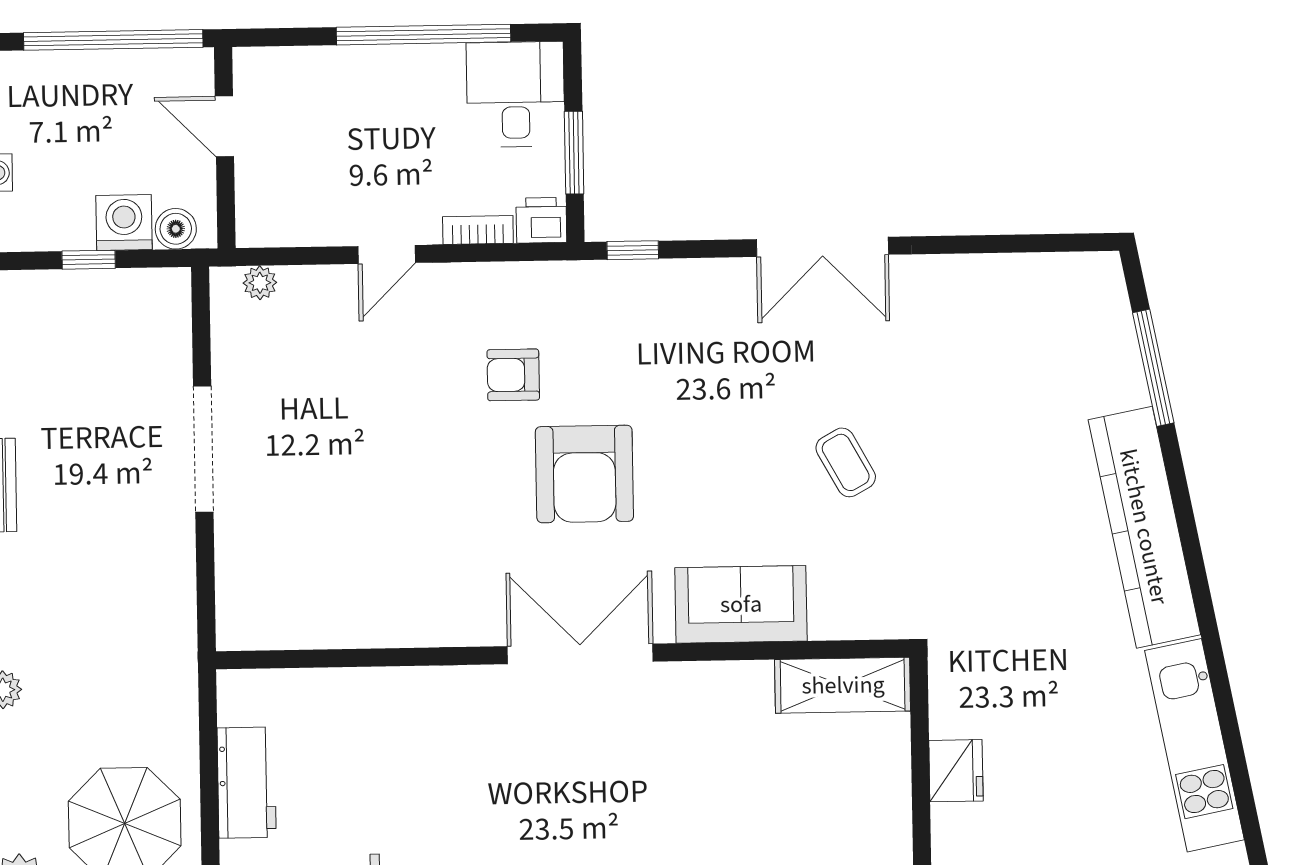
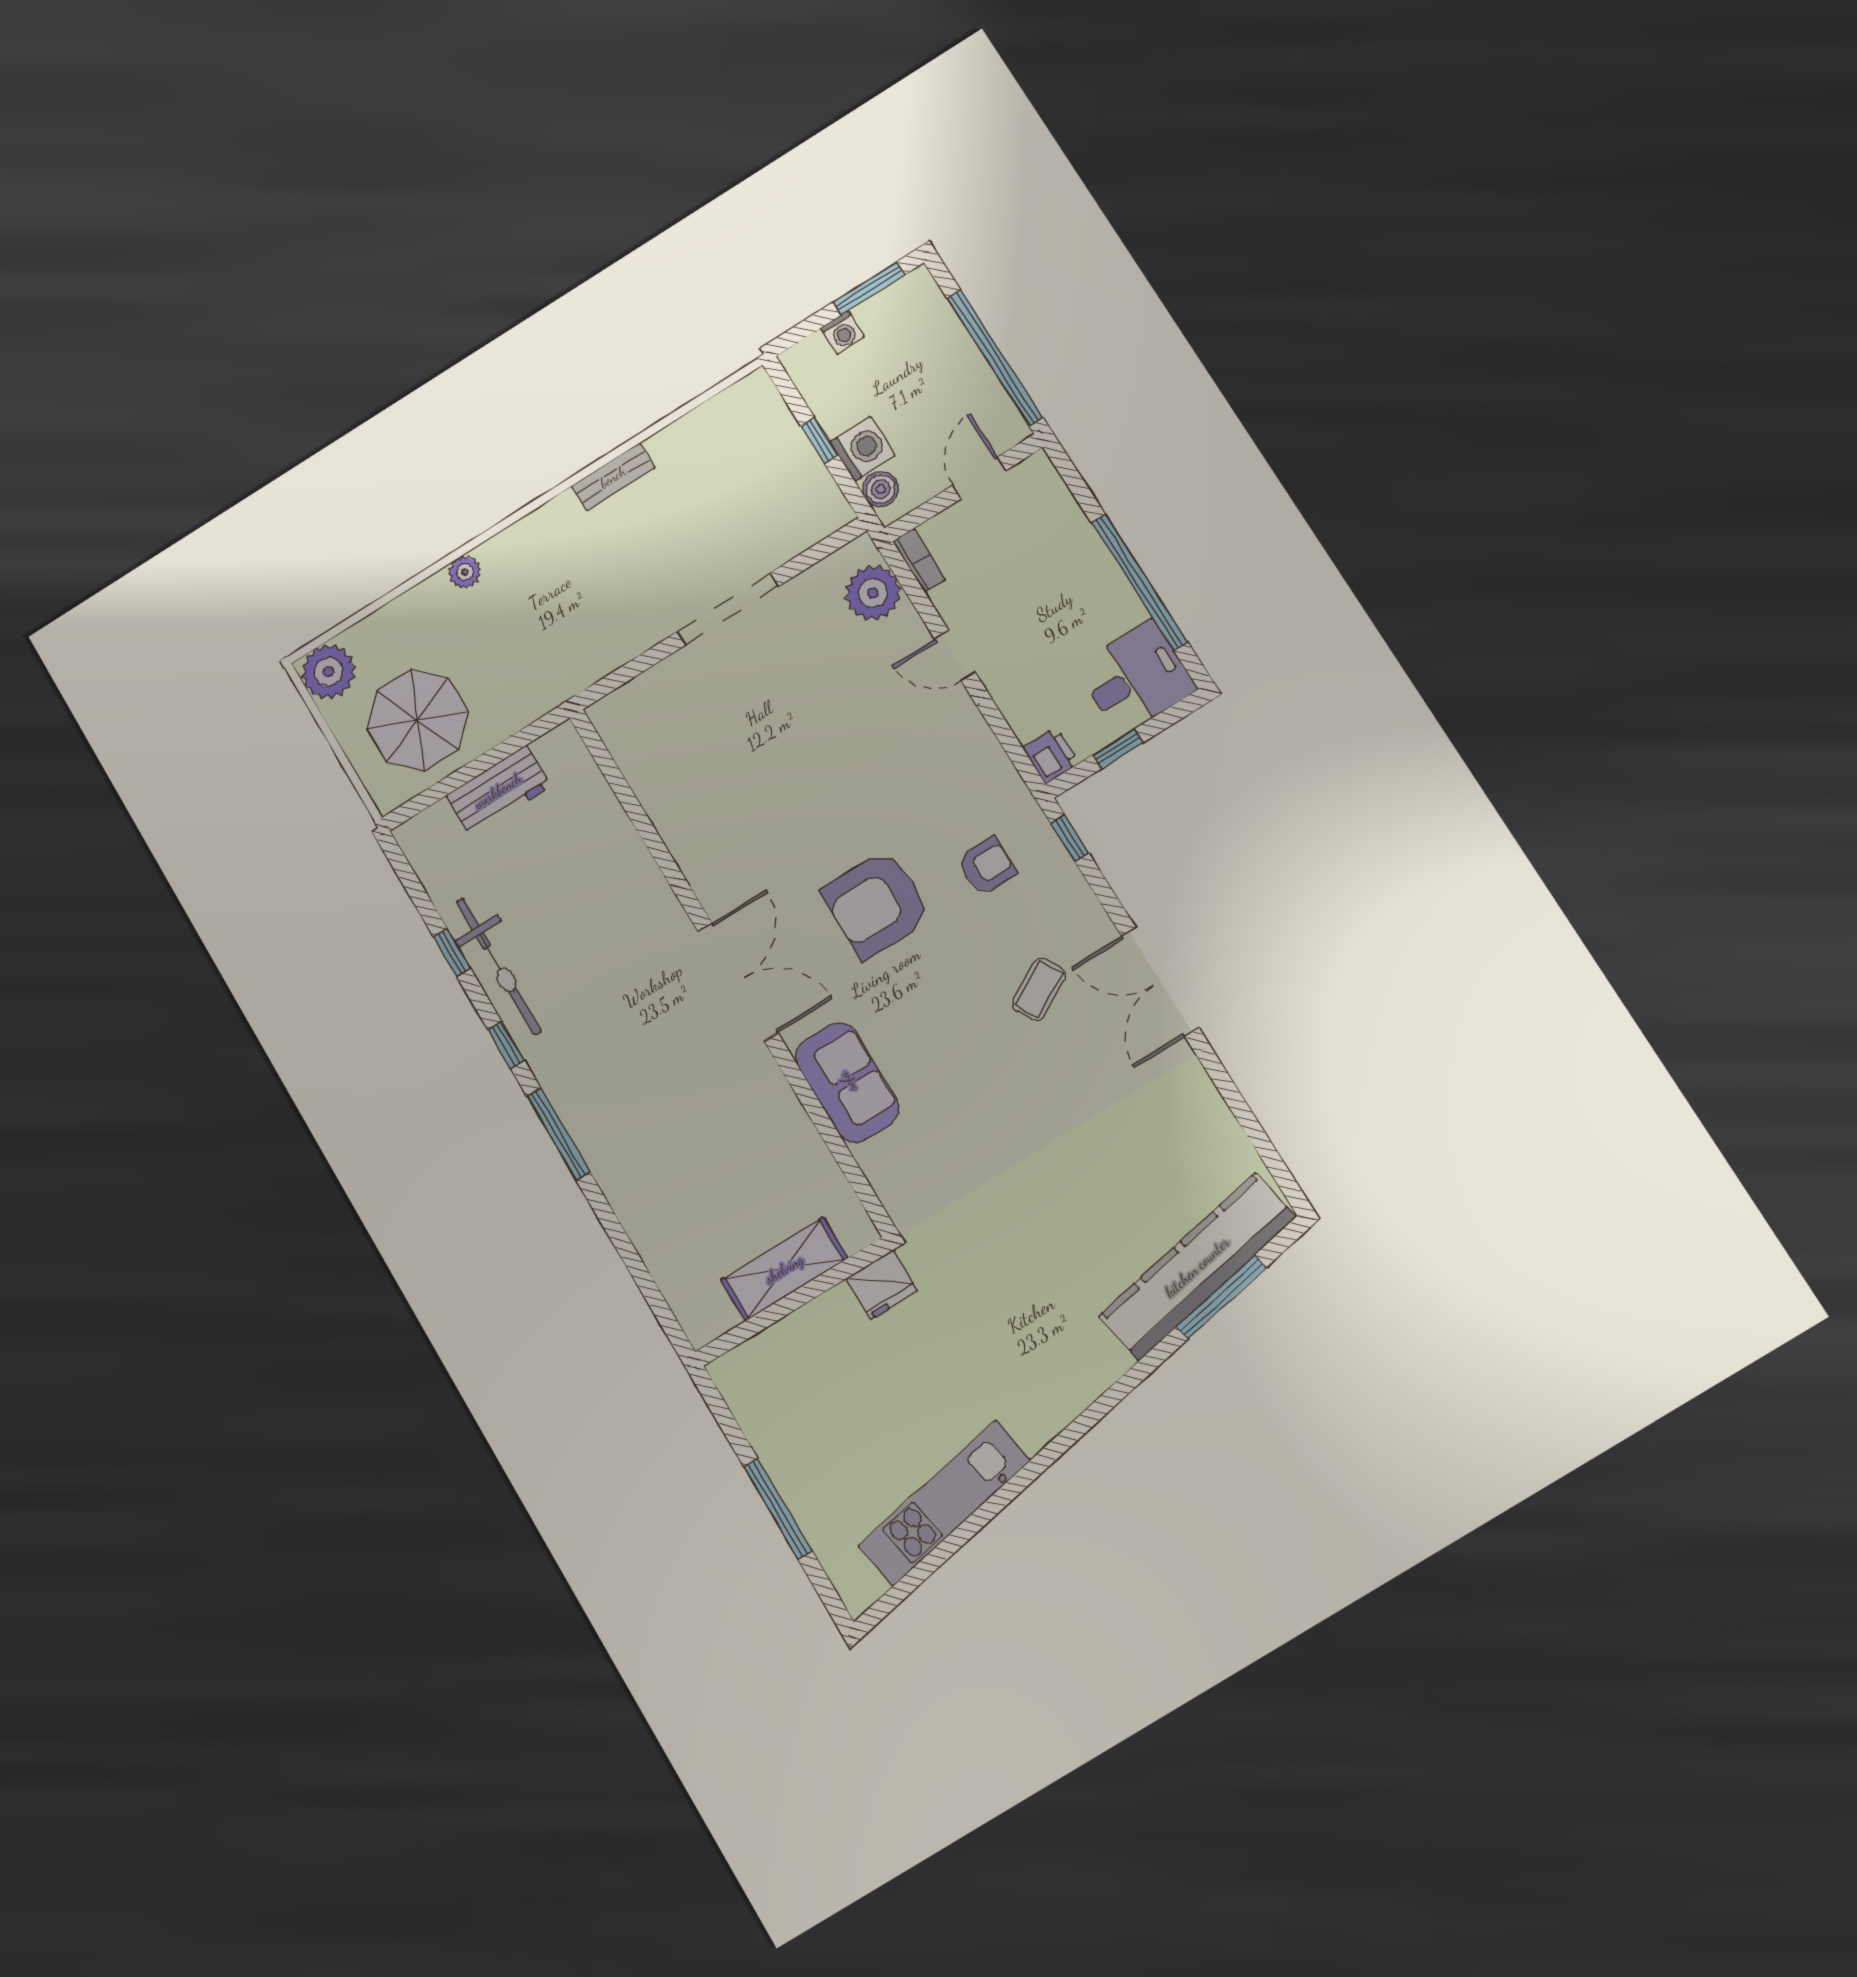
window: (574, 153) -> (1118, 749), width x0.67
bookcase: (478, 230) -> (919, 560), moved
plant: (260, 283) -> (873, 593), width x1.88, depth x1.88
armchair: (513, 375) -> (987, 866), moved, turned 90
coffee table: (846, 462) -> (1039, 989), moved
kitchen counter: (1144, 527) -> (1197, 1267), moved
shelving: (843, 685) -> (784, 1269), moved, turned 90
fridge: (956, 771) -> (882, 1285), moved

